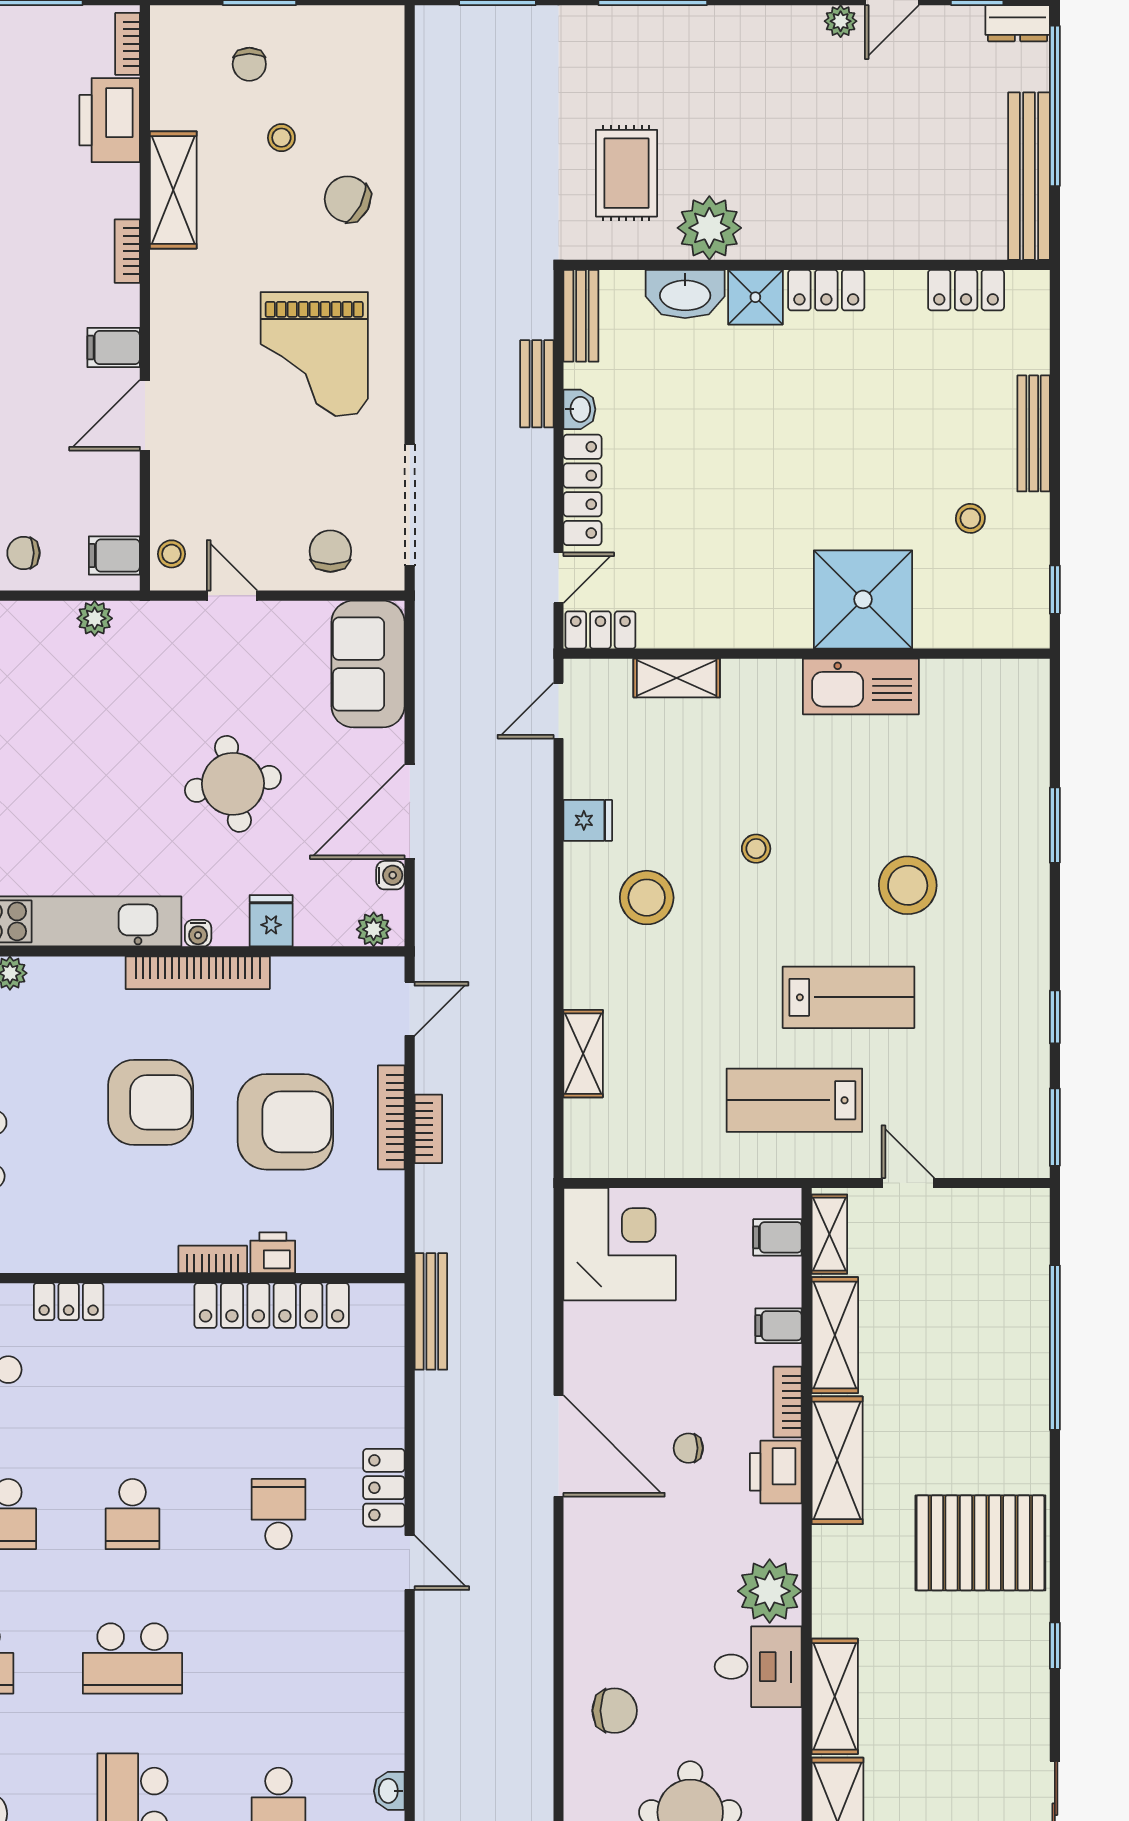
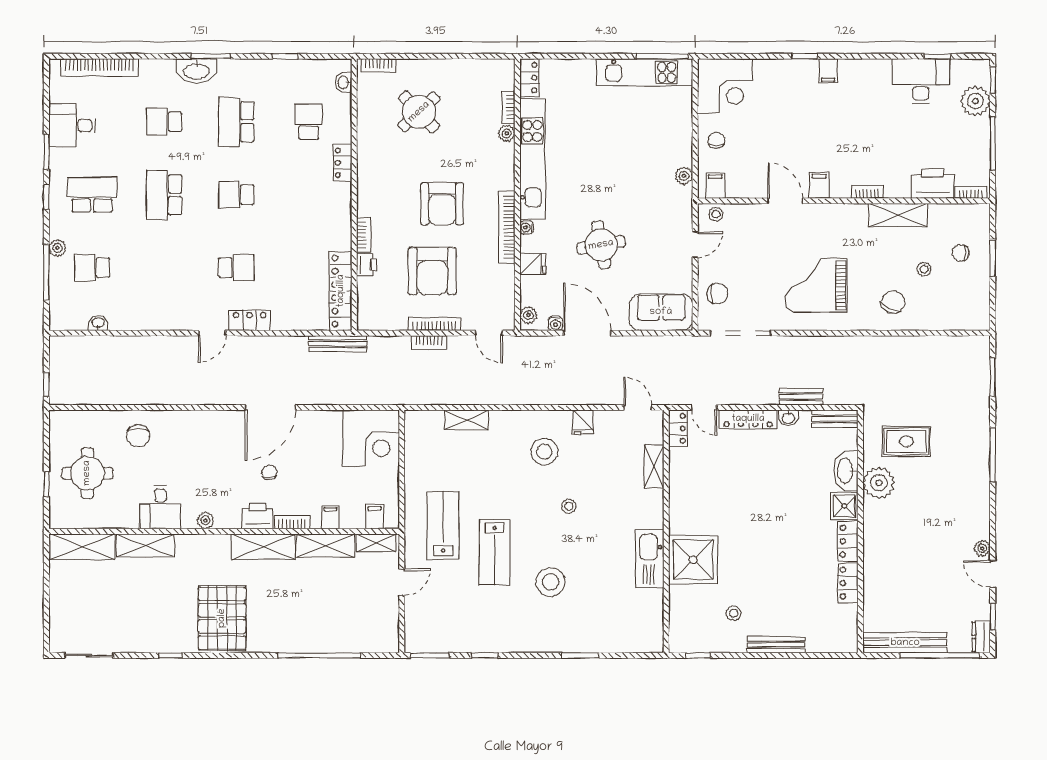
locker: (966, 290) -> (848, 583), moved
locker: (272, 1306) -> (341, 291), moved
plant: (770, 1591) -> (205, 520), width x0.53, depth x0.53

